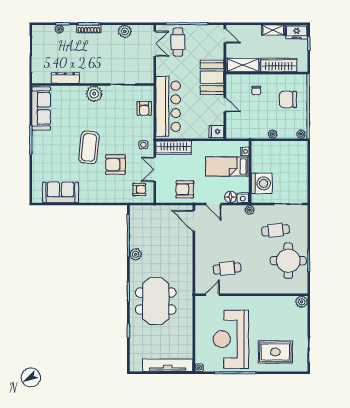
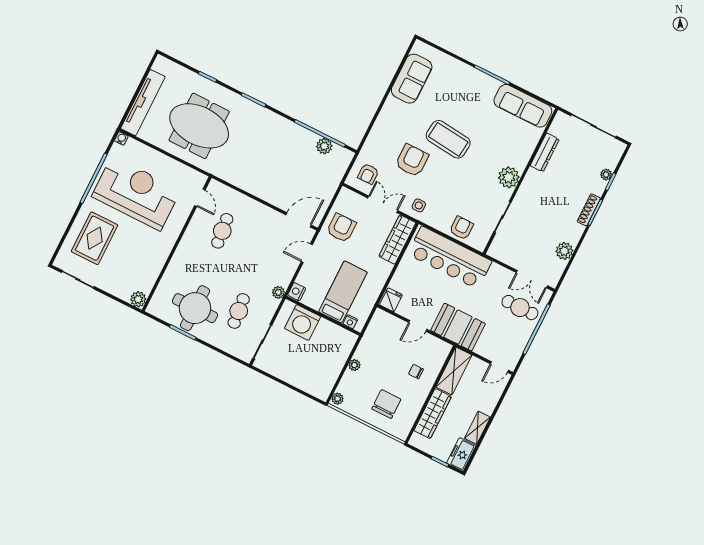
armchair: (144, 108) -> (461, 228), turned 90
floor lamp: (230, 197) -> (305, 277), removed
plant: (136, 254) -> (324, 146), moved
meeting table: (156, 301) -> (199, 126), moved

